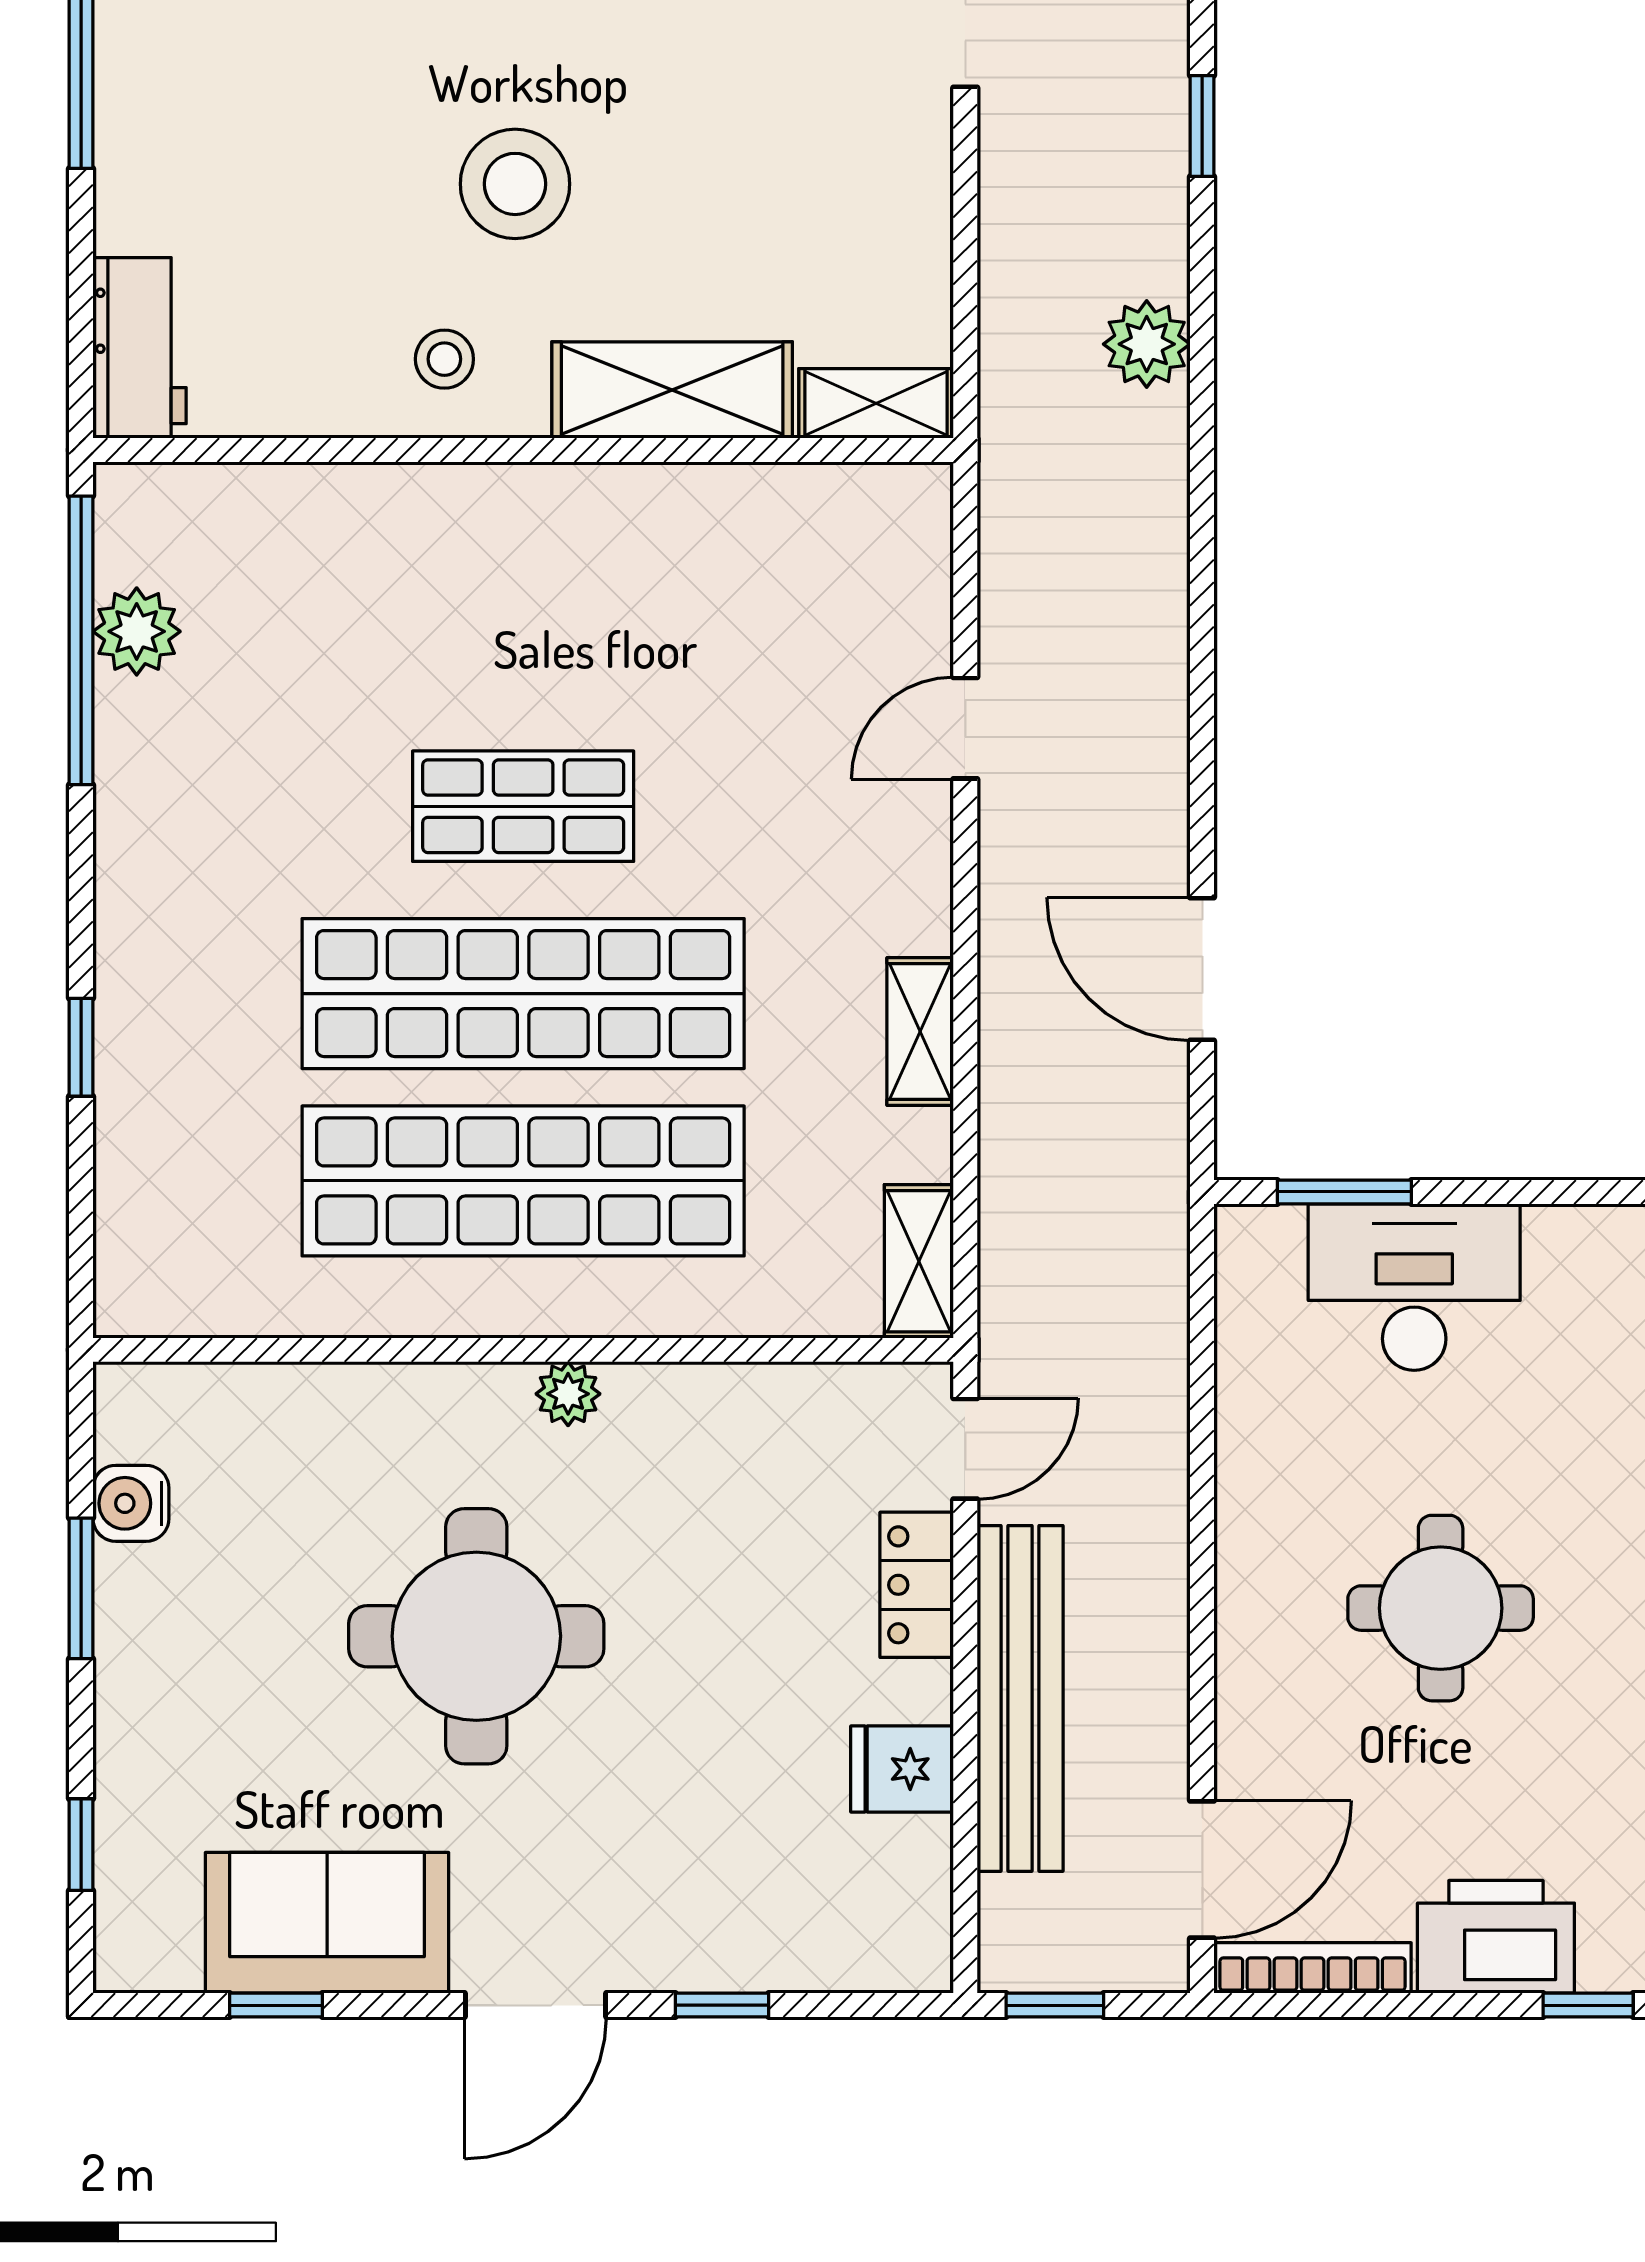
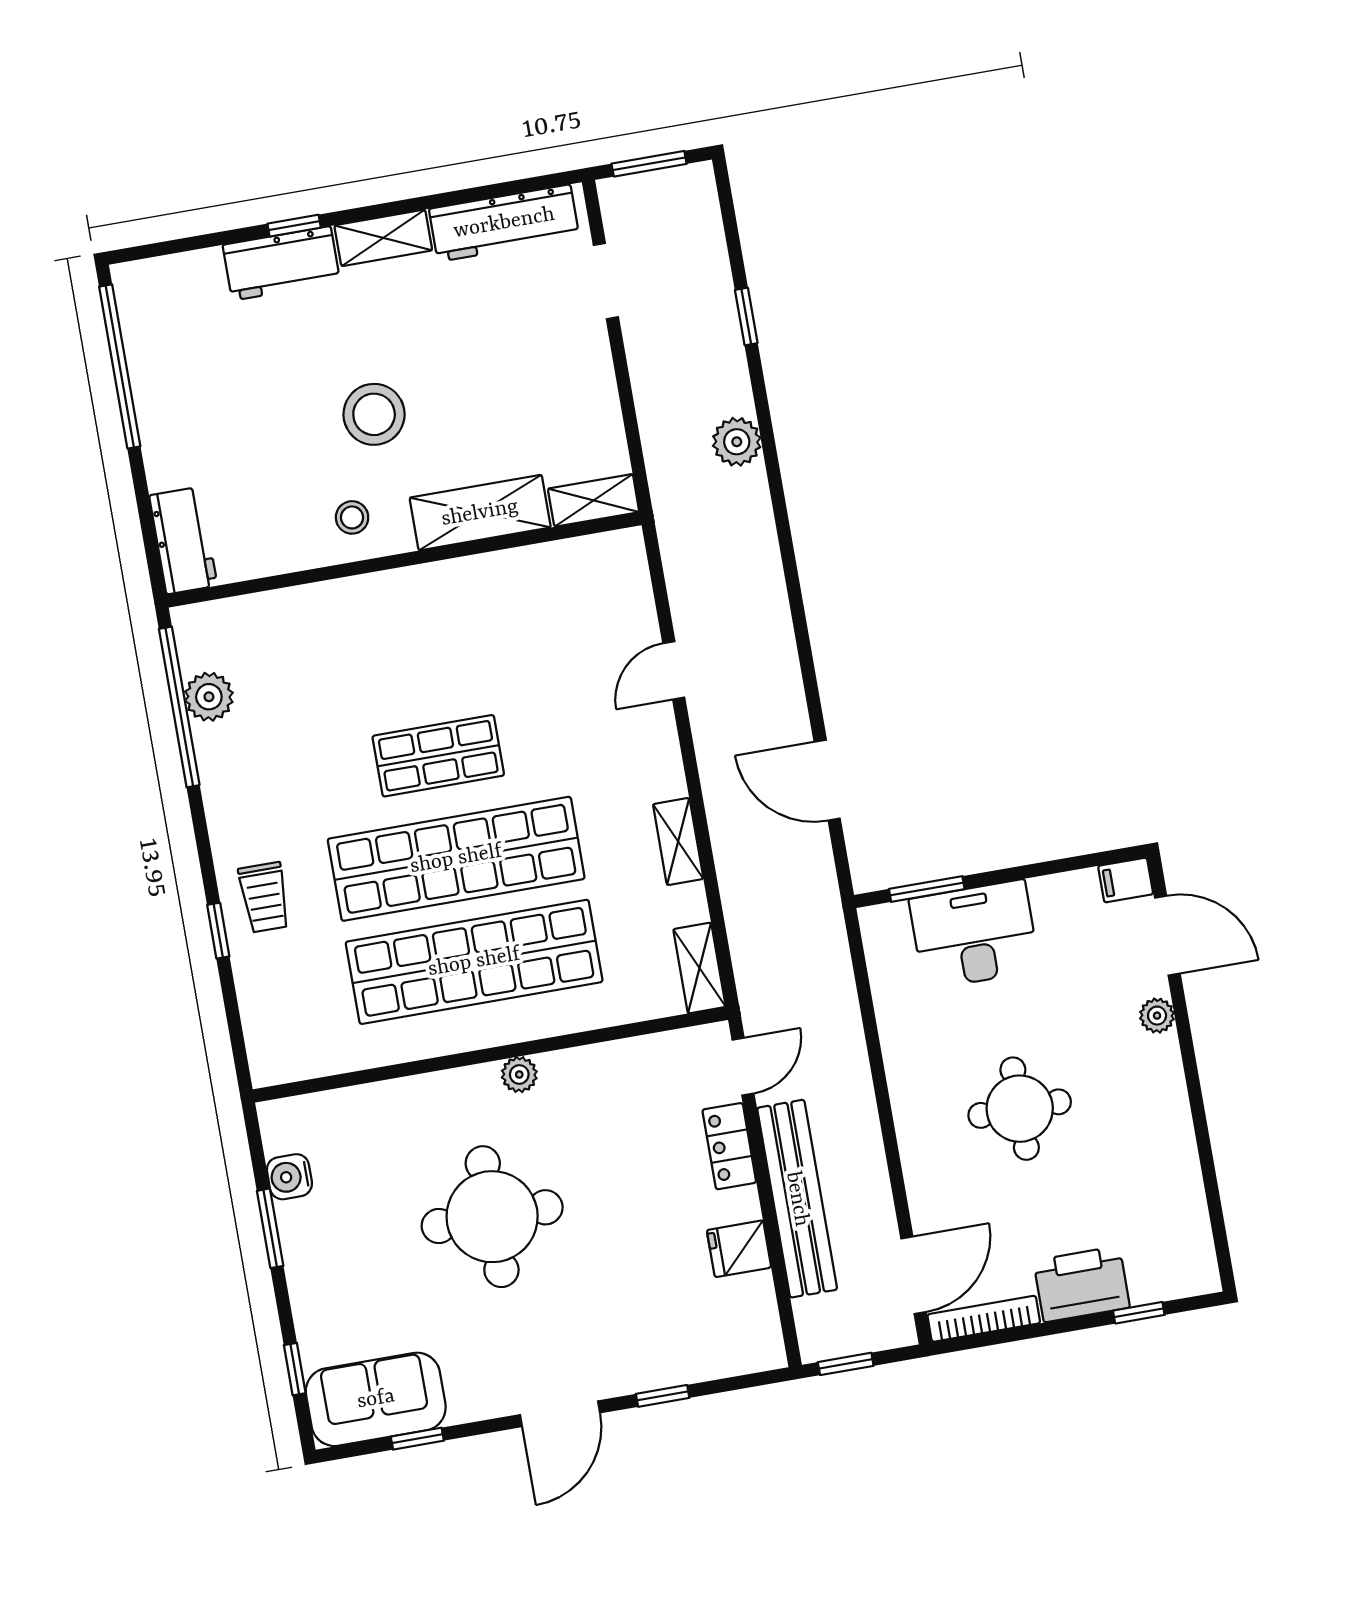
trolley: (173, 1002) -> (264, 897), added
sofa: (327, 1923) -> (376, 1399), moved

